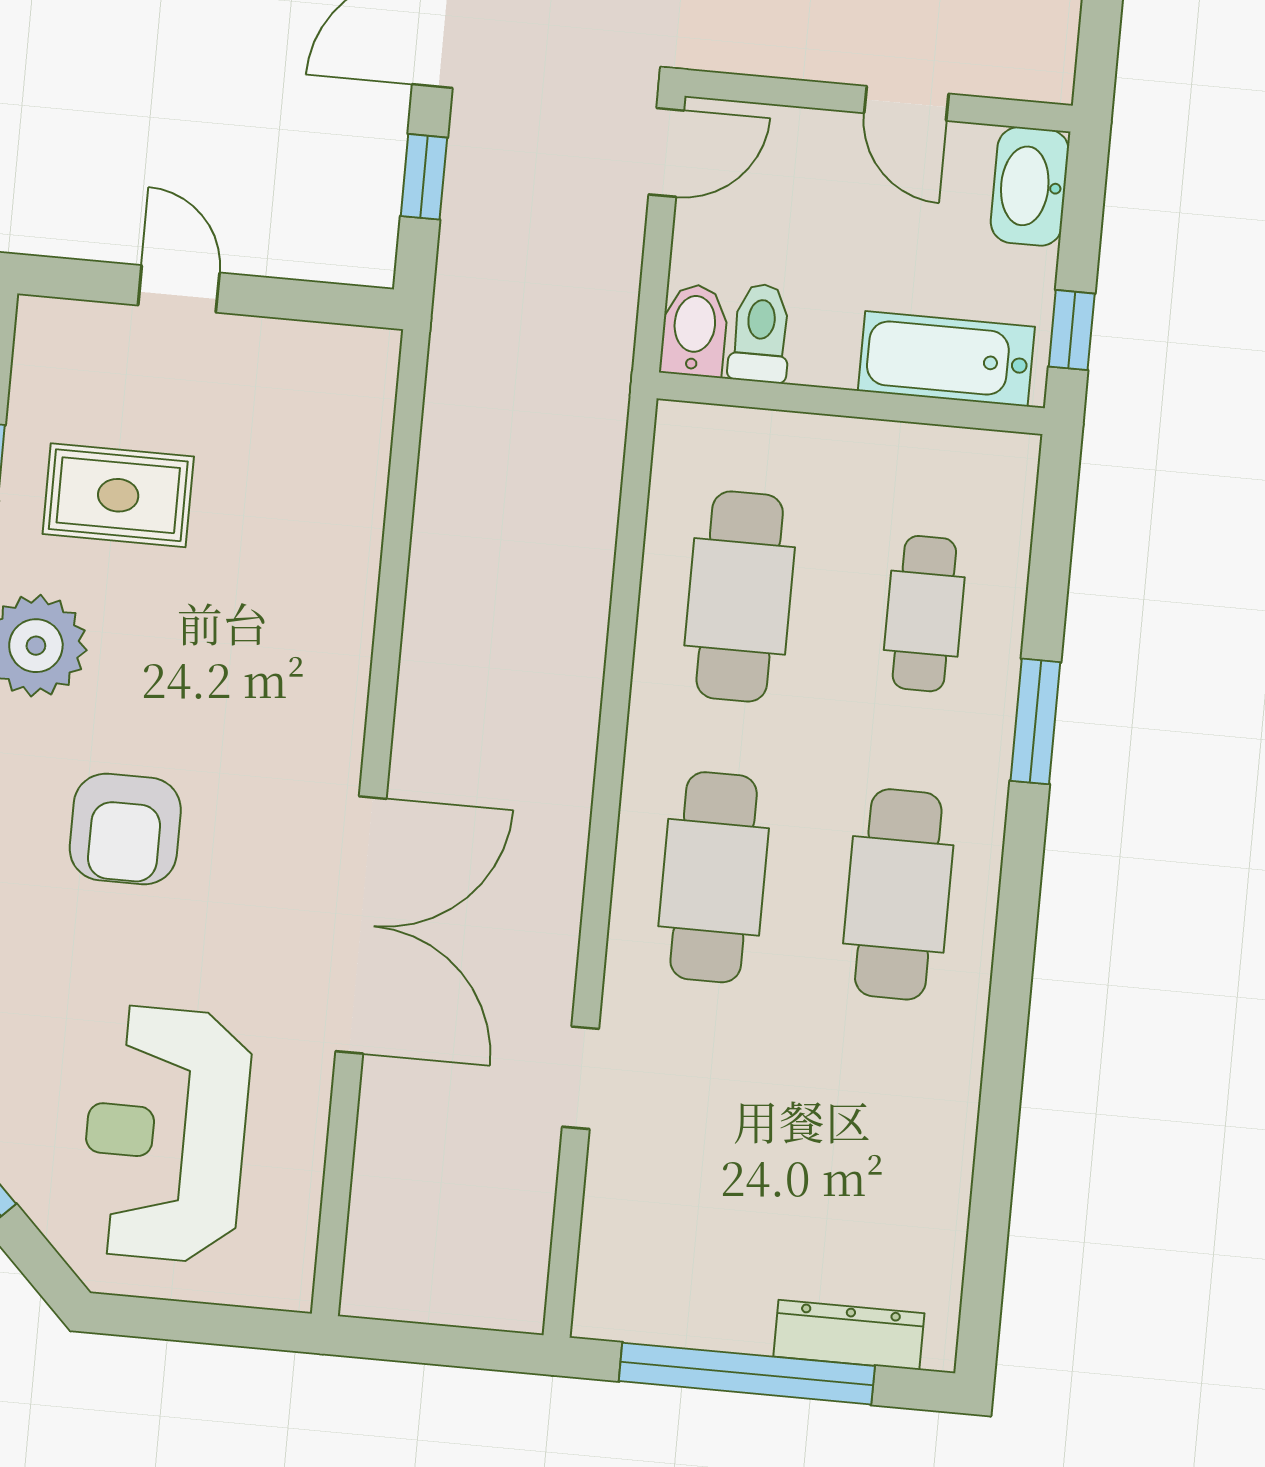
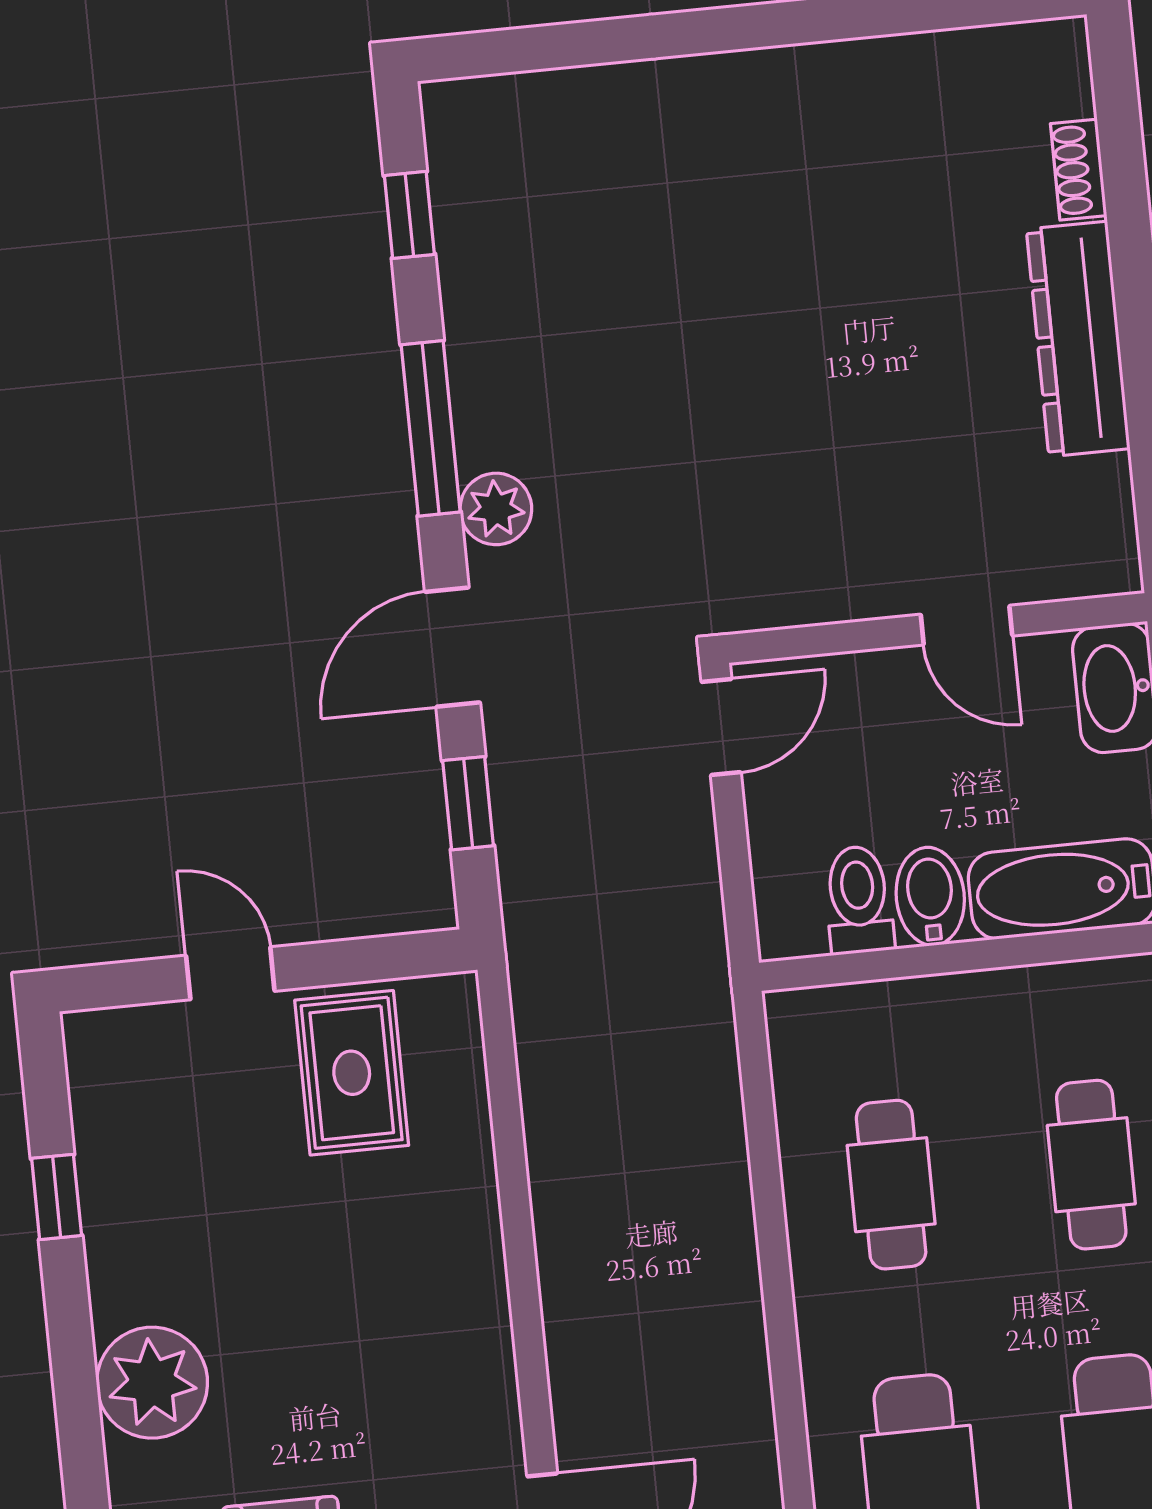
bidet: (694, 330) -> (930, 896), moved
rug: (118, 495) -> (352, 1073), moved, turned 90
cafe table: (740, 596) -> (891, 1185), width x0.73, depth x0.74

